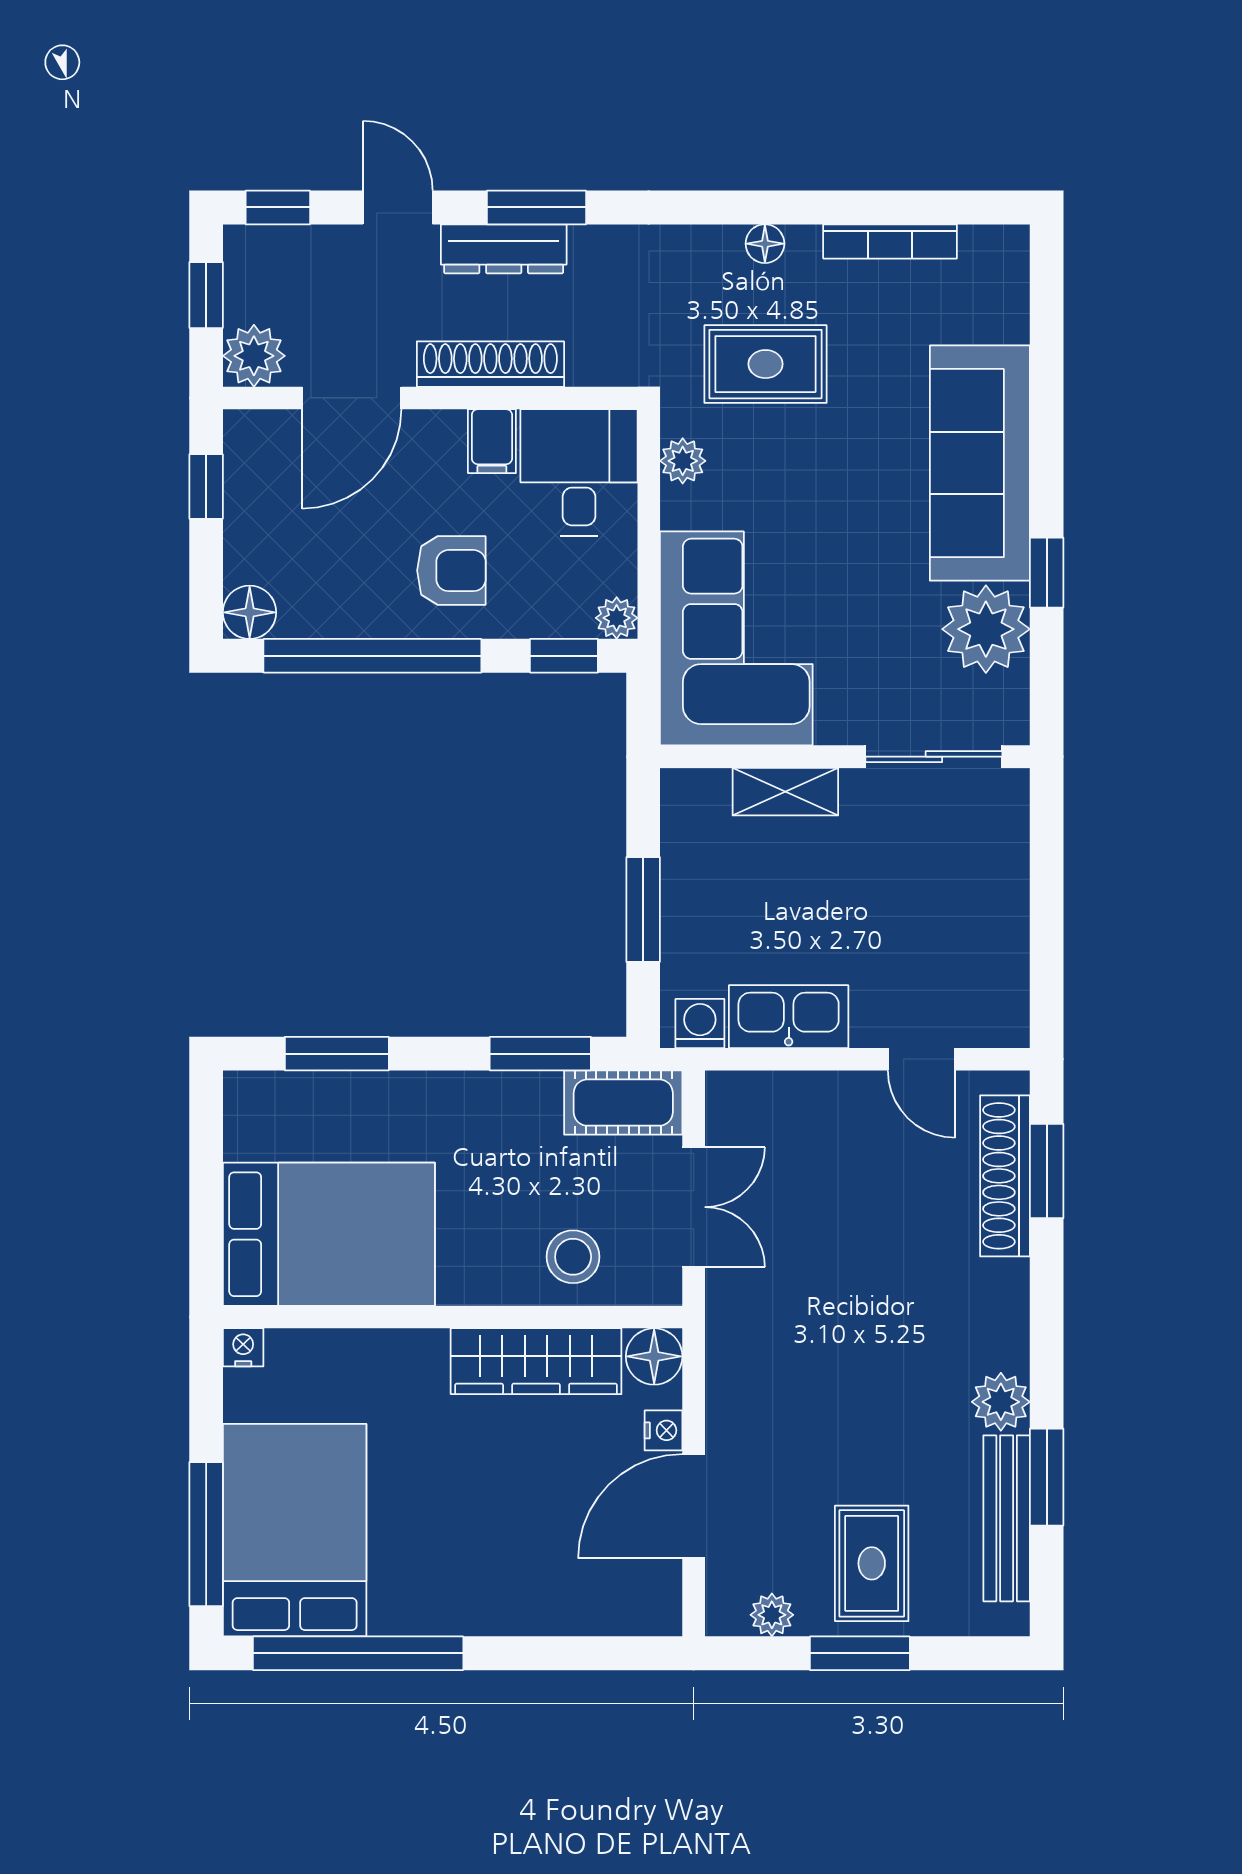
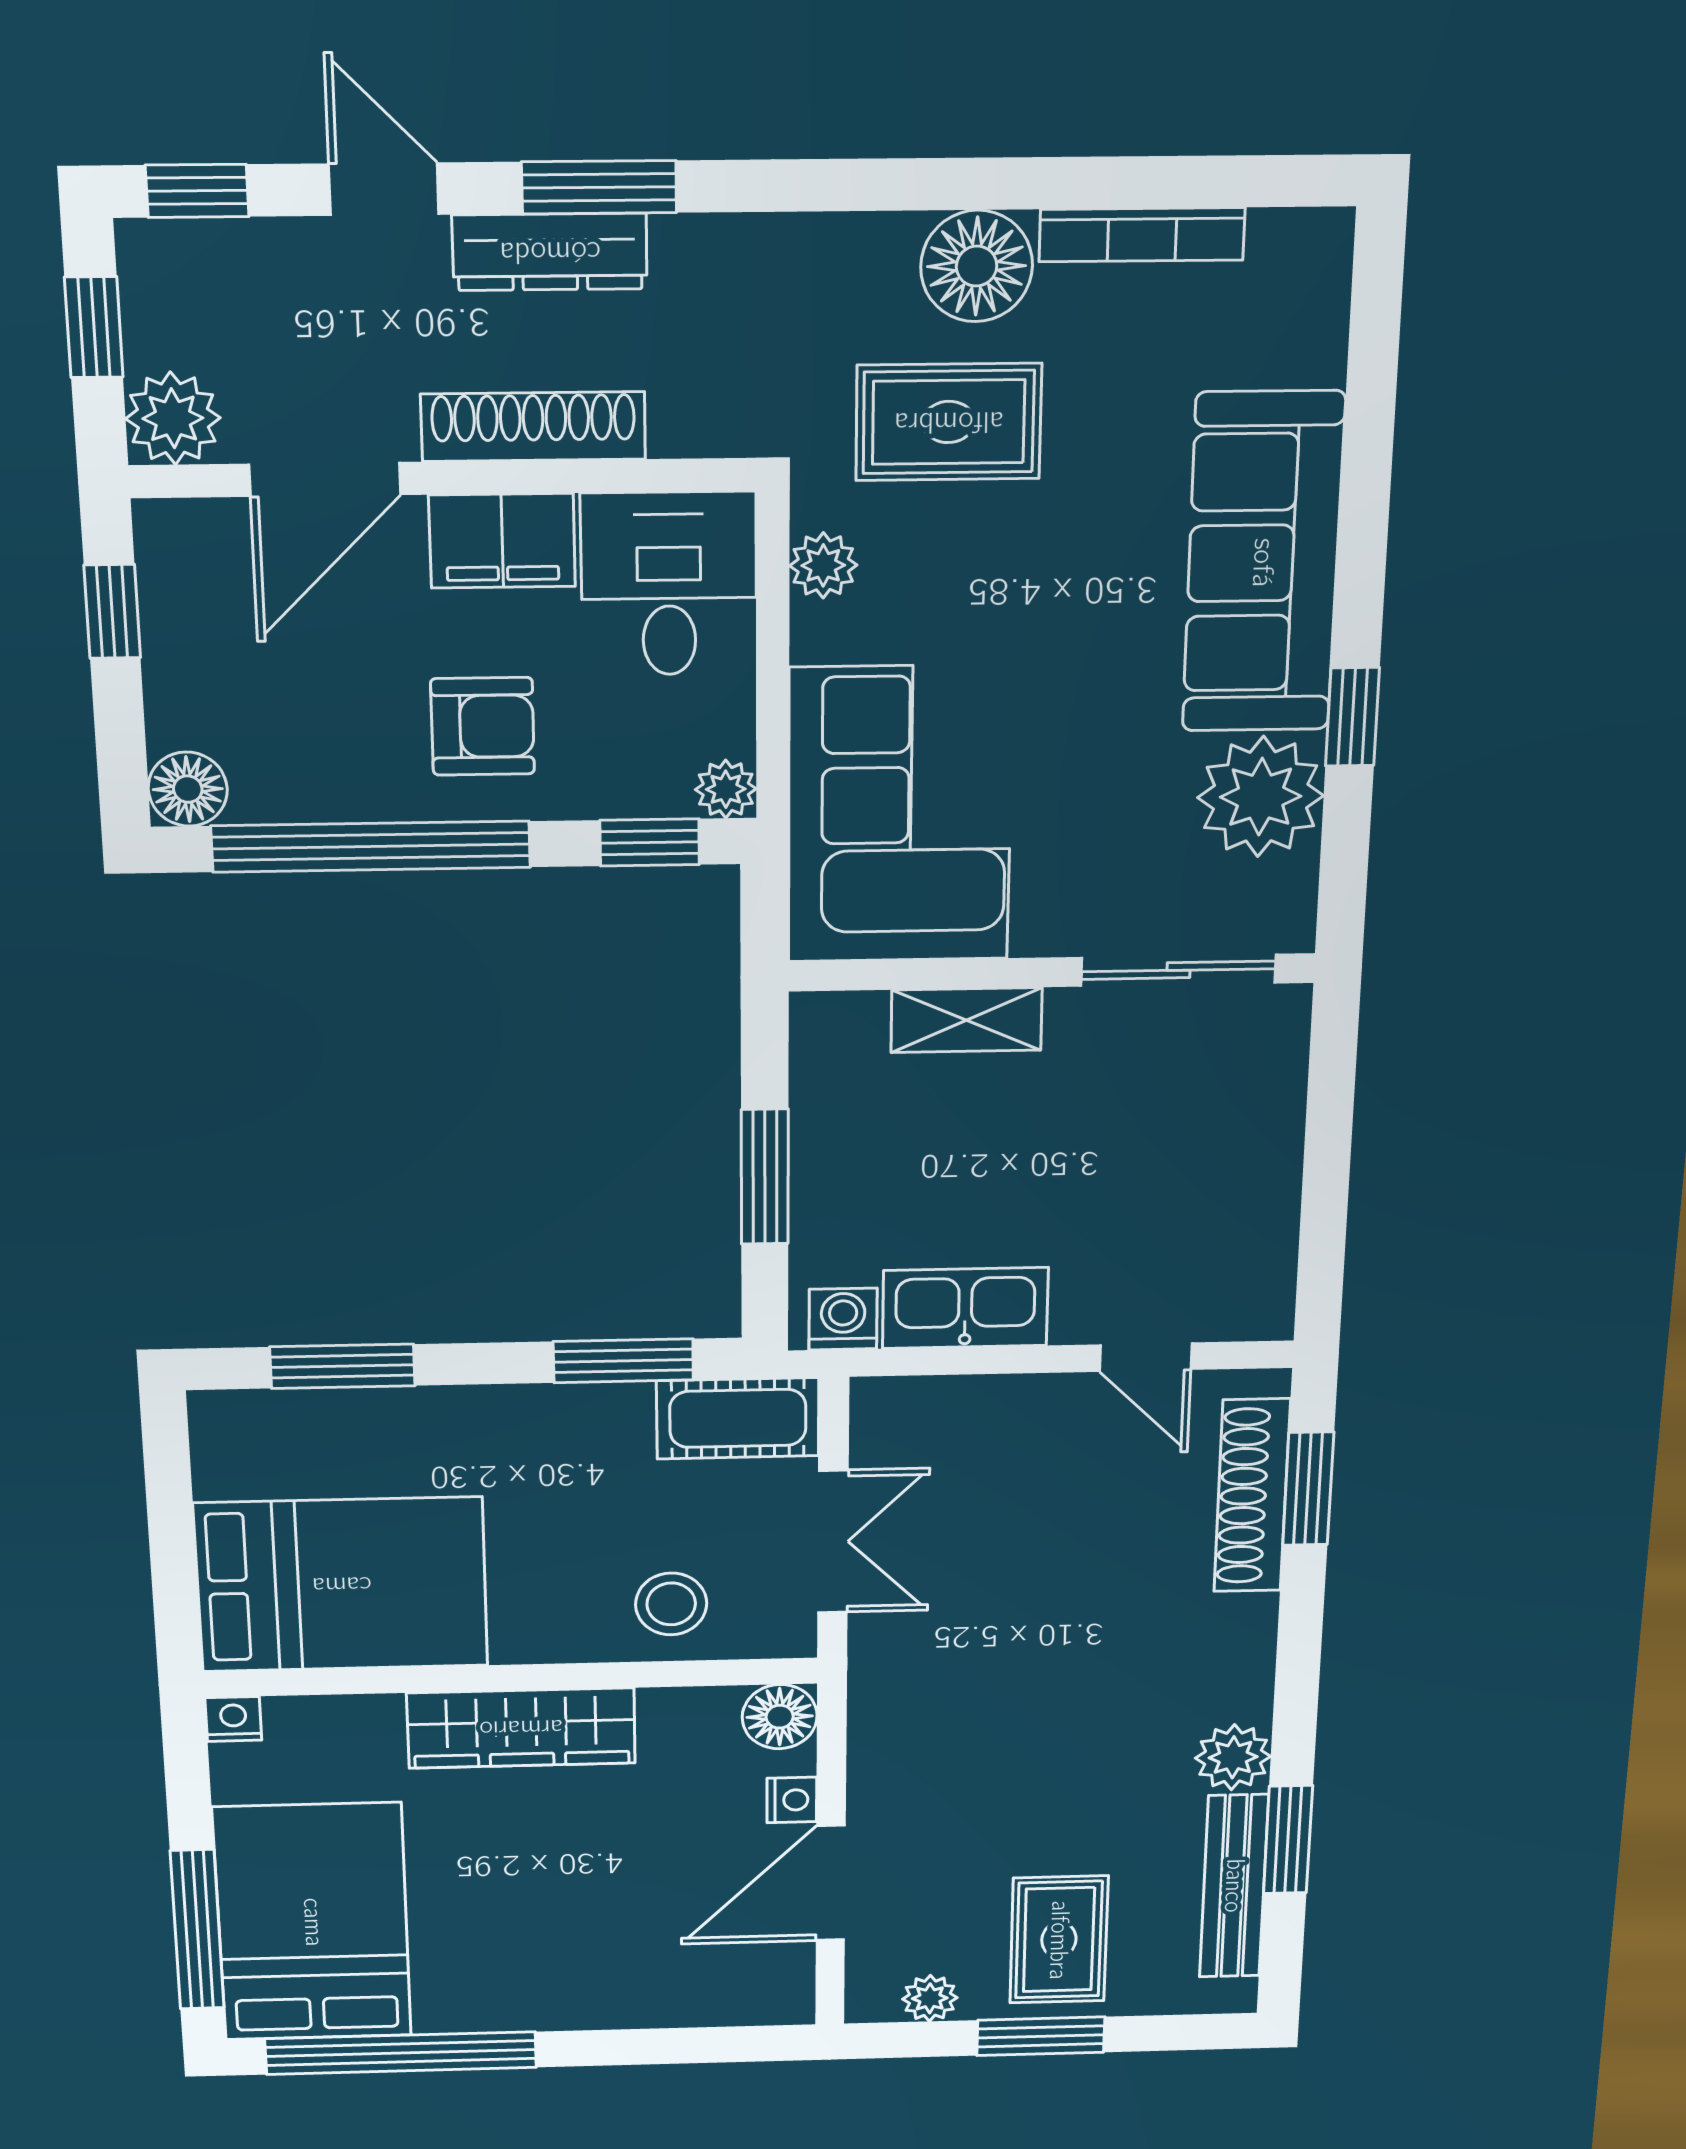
floor lamp: (765, 244) -> (977, 266), width x1.89, depth x1.89
filing cabinet: (492, 441) -> (502, 541), width x2.00
wardrobe: (536, 1361) -> (521, 1728), moved

